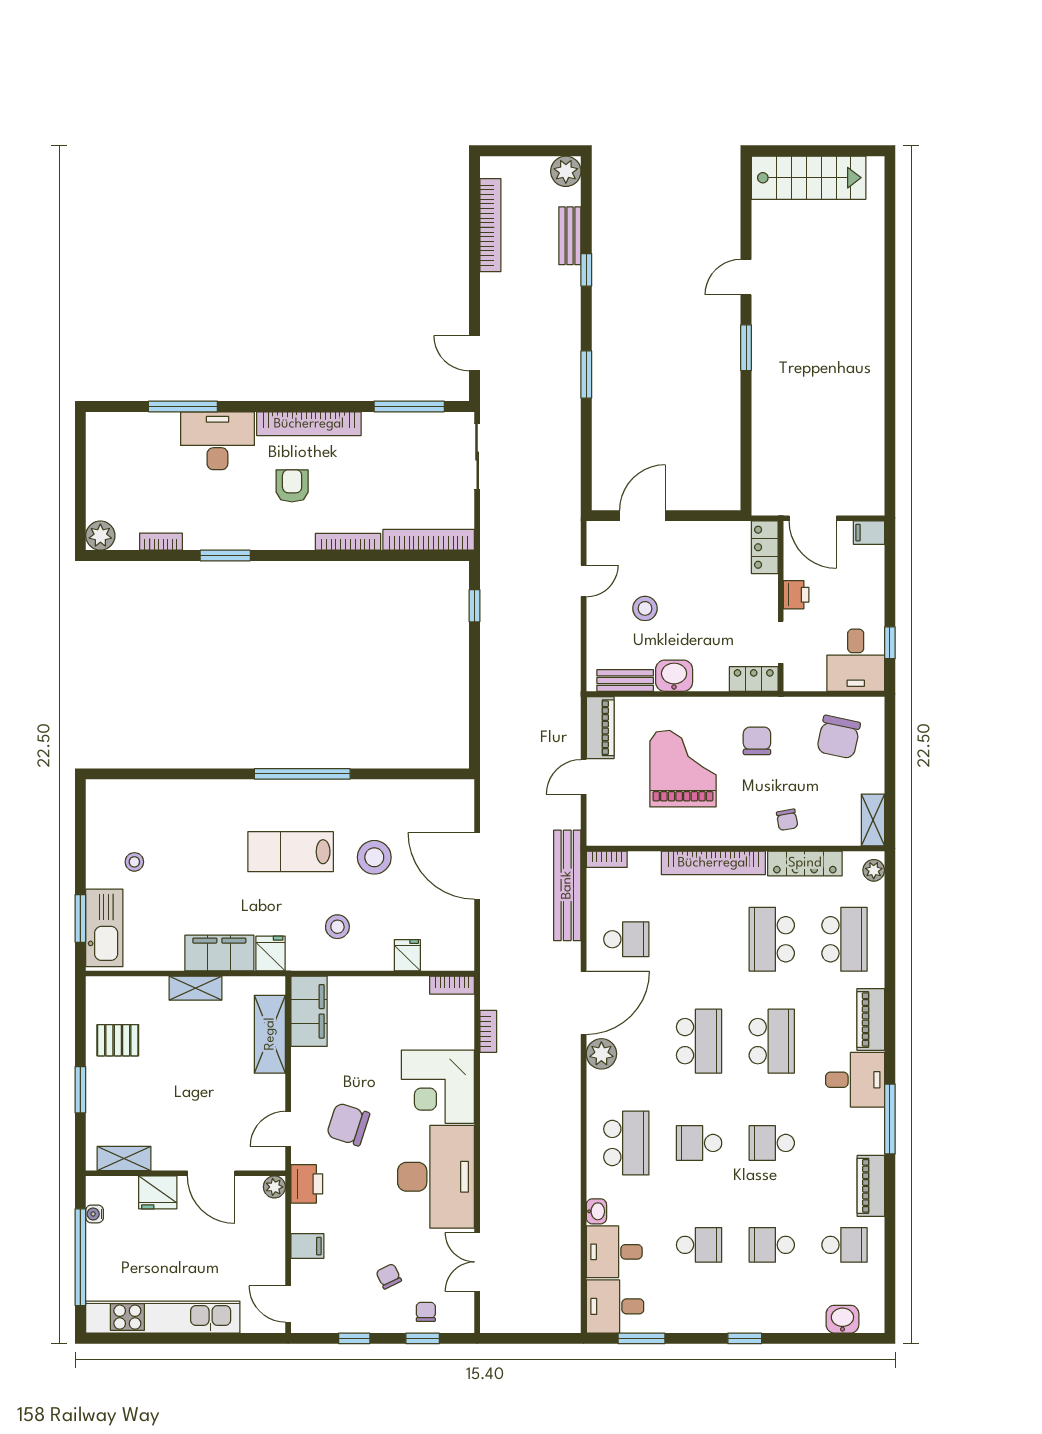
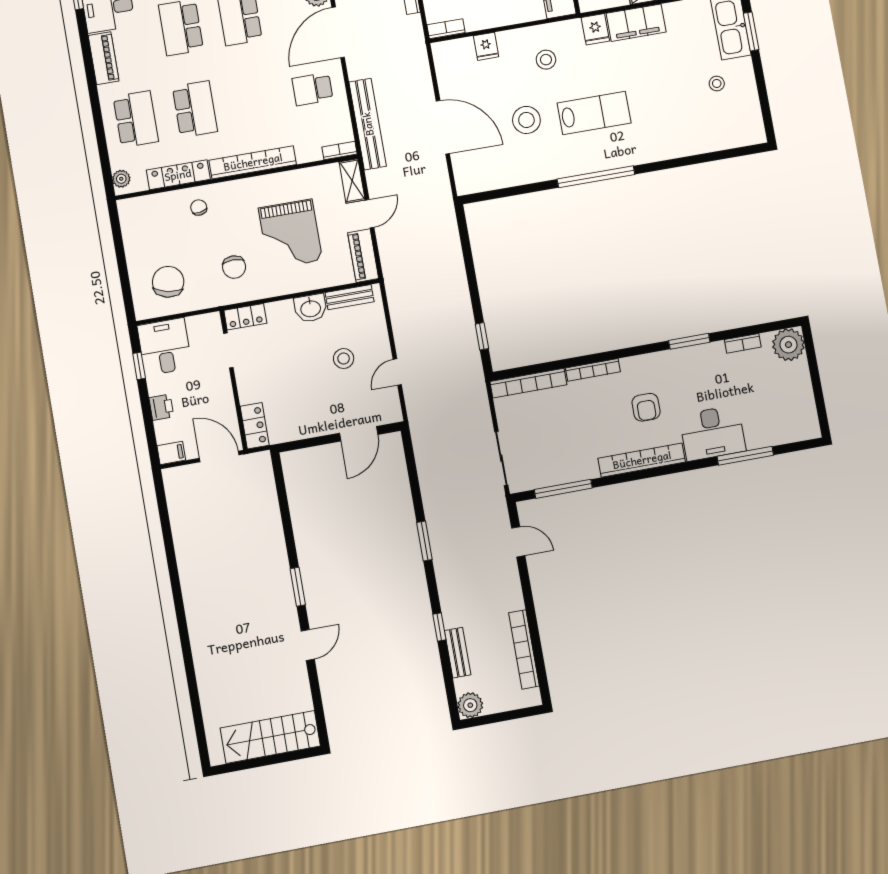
plant: (100, 536) -> (788, 345), width x1.36, depth x1.36
printer: (796, 595) -> (161, 407), moved, turned 180
shelving: (873, 820) -> (352, 181), moved
school desk: (844, 939) -> (136, 119), turned 180

